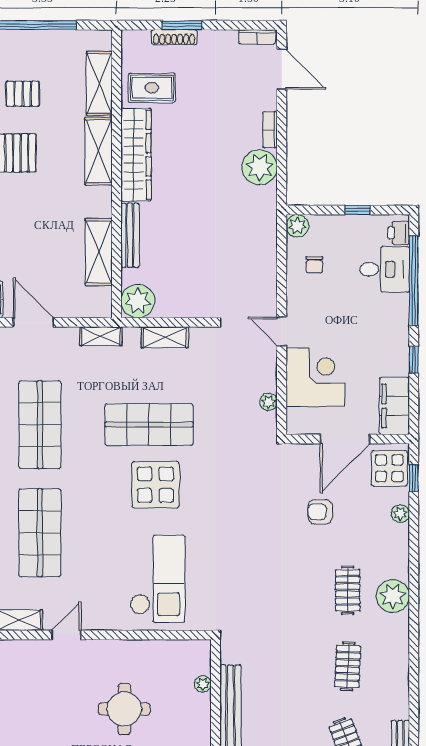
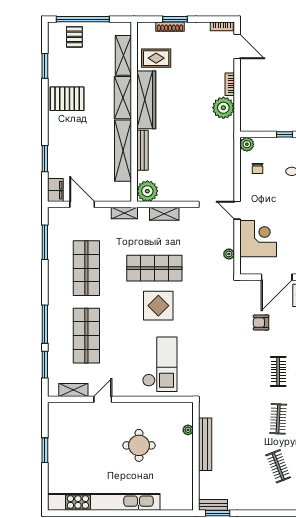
pallet: (23, 94) -> (74, 37), moved, turned 90
shelving: (99, 252) -> (123, 151), width x1.47

